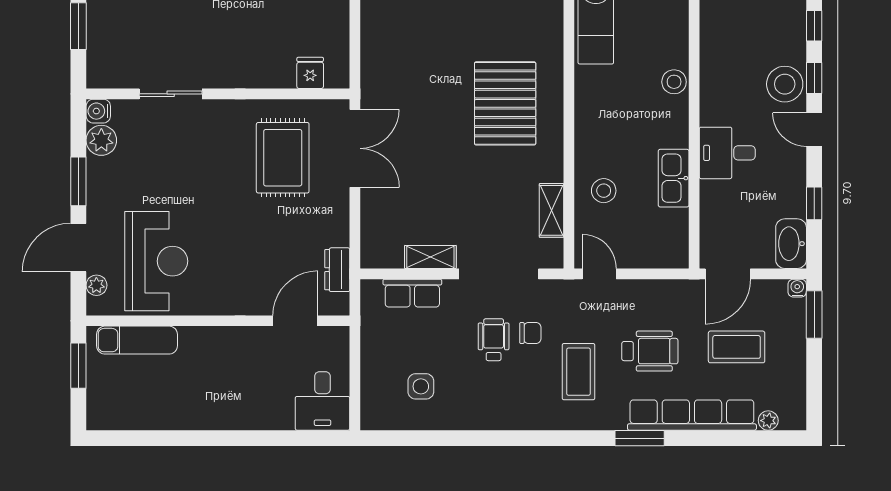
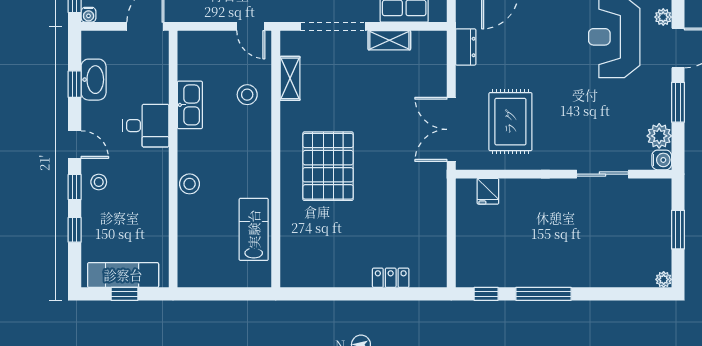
stool: (785, 84) -> (99, 182), width x0.53, depth x0.53
washbasin: (791, 244) -> (94, 80), moved
dresser: (337, 270) -> (466, 47), moved

